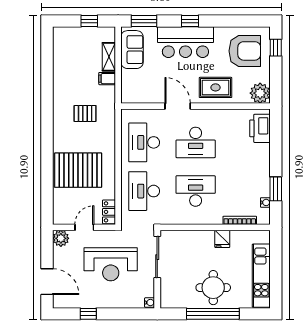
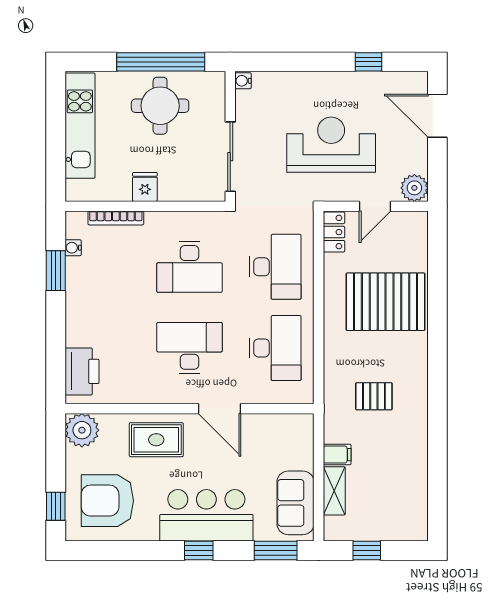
sliding door: (157, 257) -> (230, 157), moved
wall: (157, 269) -> (230, 136), moved
water cooler: (150, 303) -> (243, 81), moved

